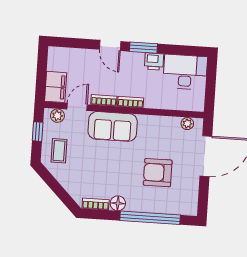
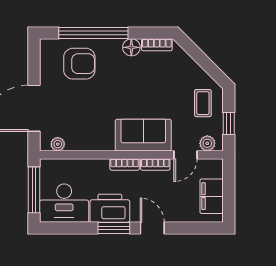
printer: (154, 61) -> (110, 208), width x1.87, depth x1.48
window: (211, 85) -> (34, 190), added
filing cabinet: (56, 87) -> (212, 196), moved
armchair: (158, 173) -> (79, 64), moved

